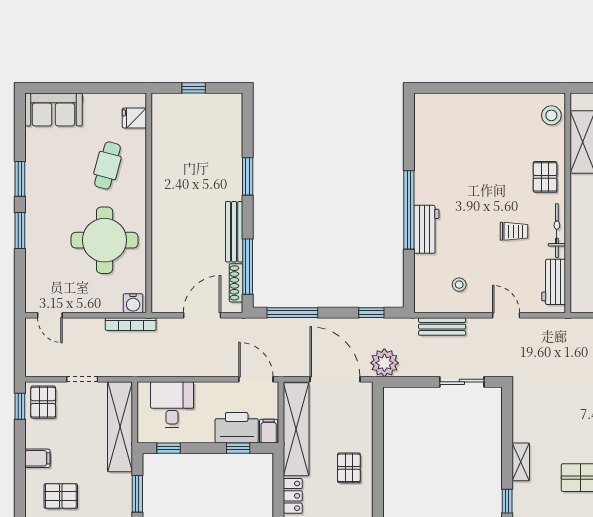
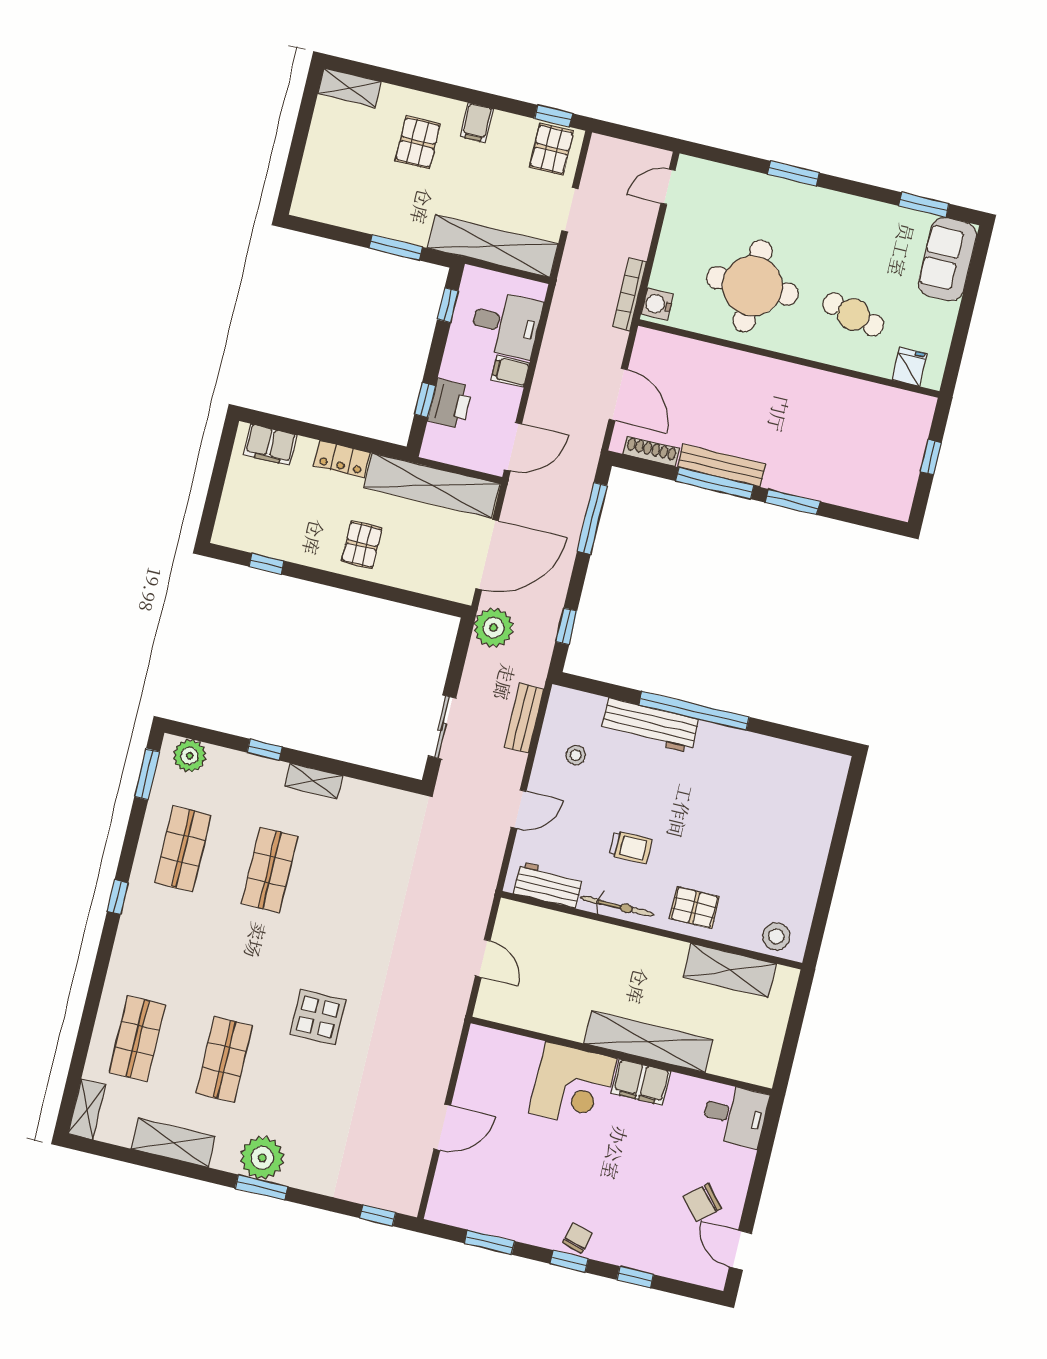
window: (20, 179) -> (924, 205), moved
workbench: (426, 229) -> (649, 725), width x1.37
trolley: (514, 231) -> (631, 847), turned -90
window: (248, 267) -> (715, 483), moved
pallet: (43, 402) -> (552, 149), turned 90
printer: (237, 428) -> (450, 404), width x0.73, depth x0.84
filing cabinet: (269, 431) -> (510, 371), moved, turned 180
pallet: (349, 468) -> (362, 545), turned 90

